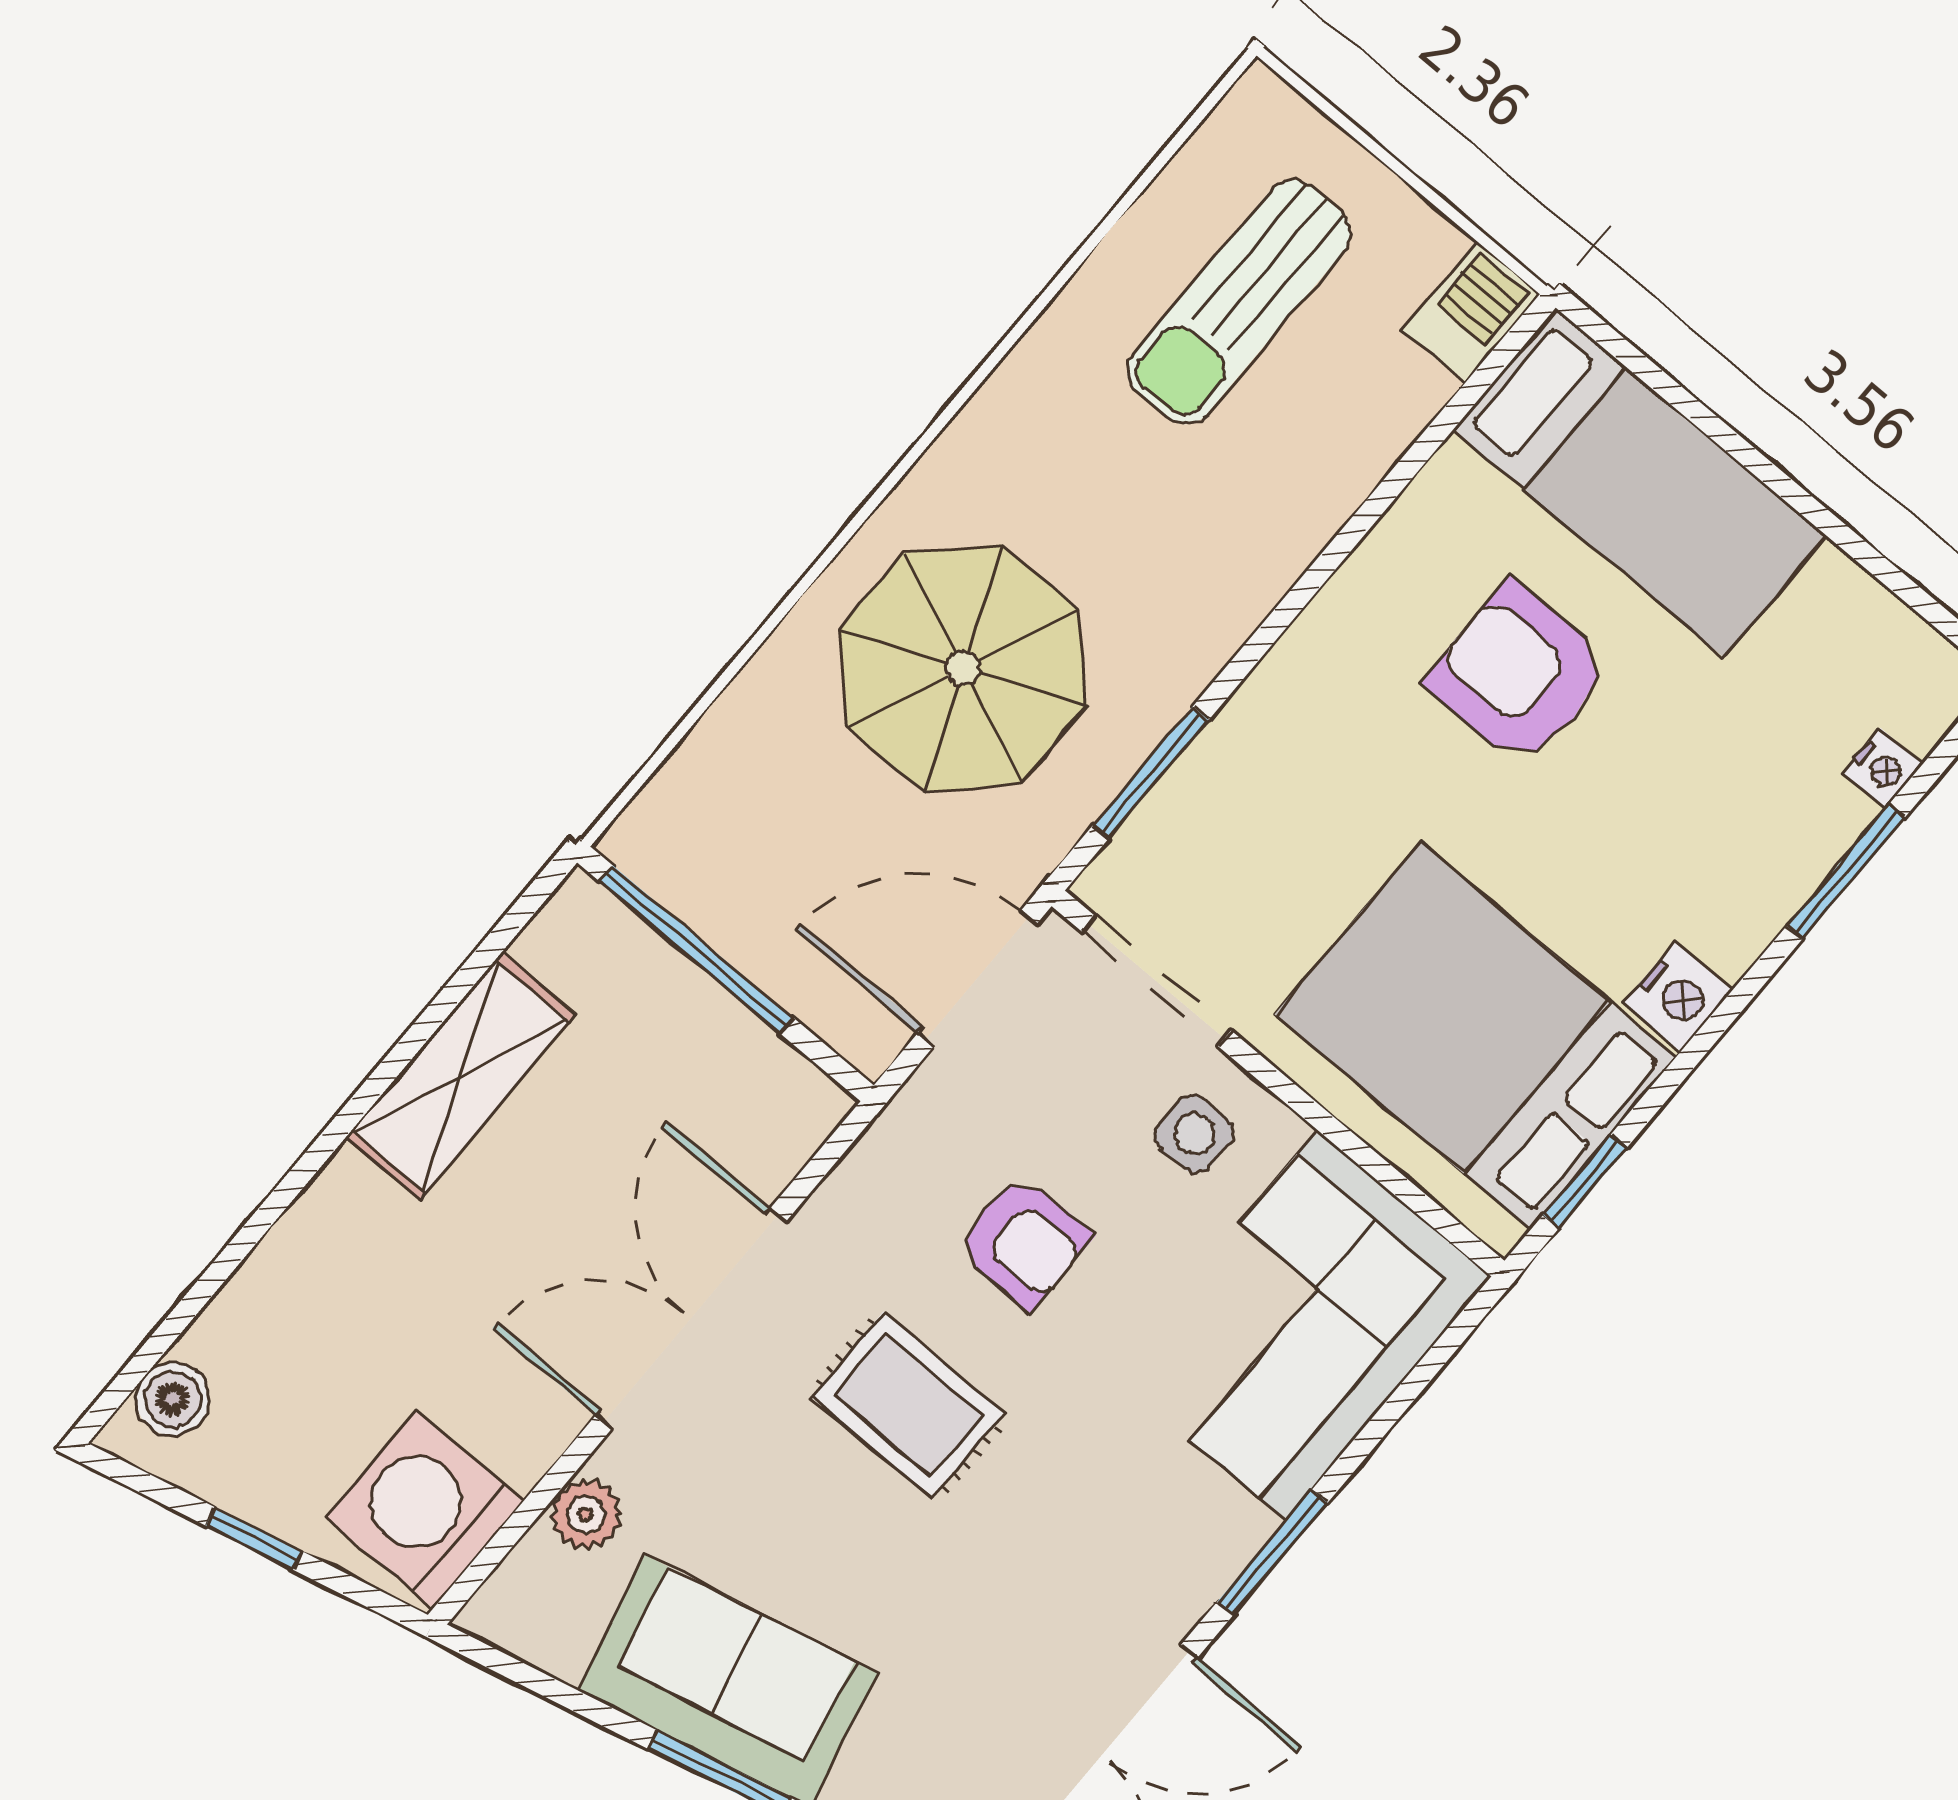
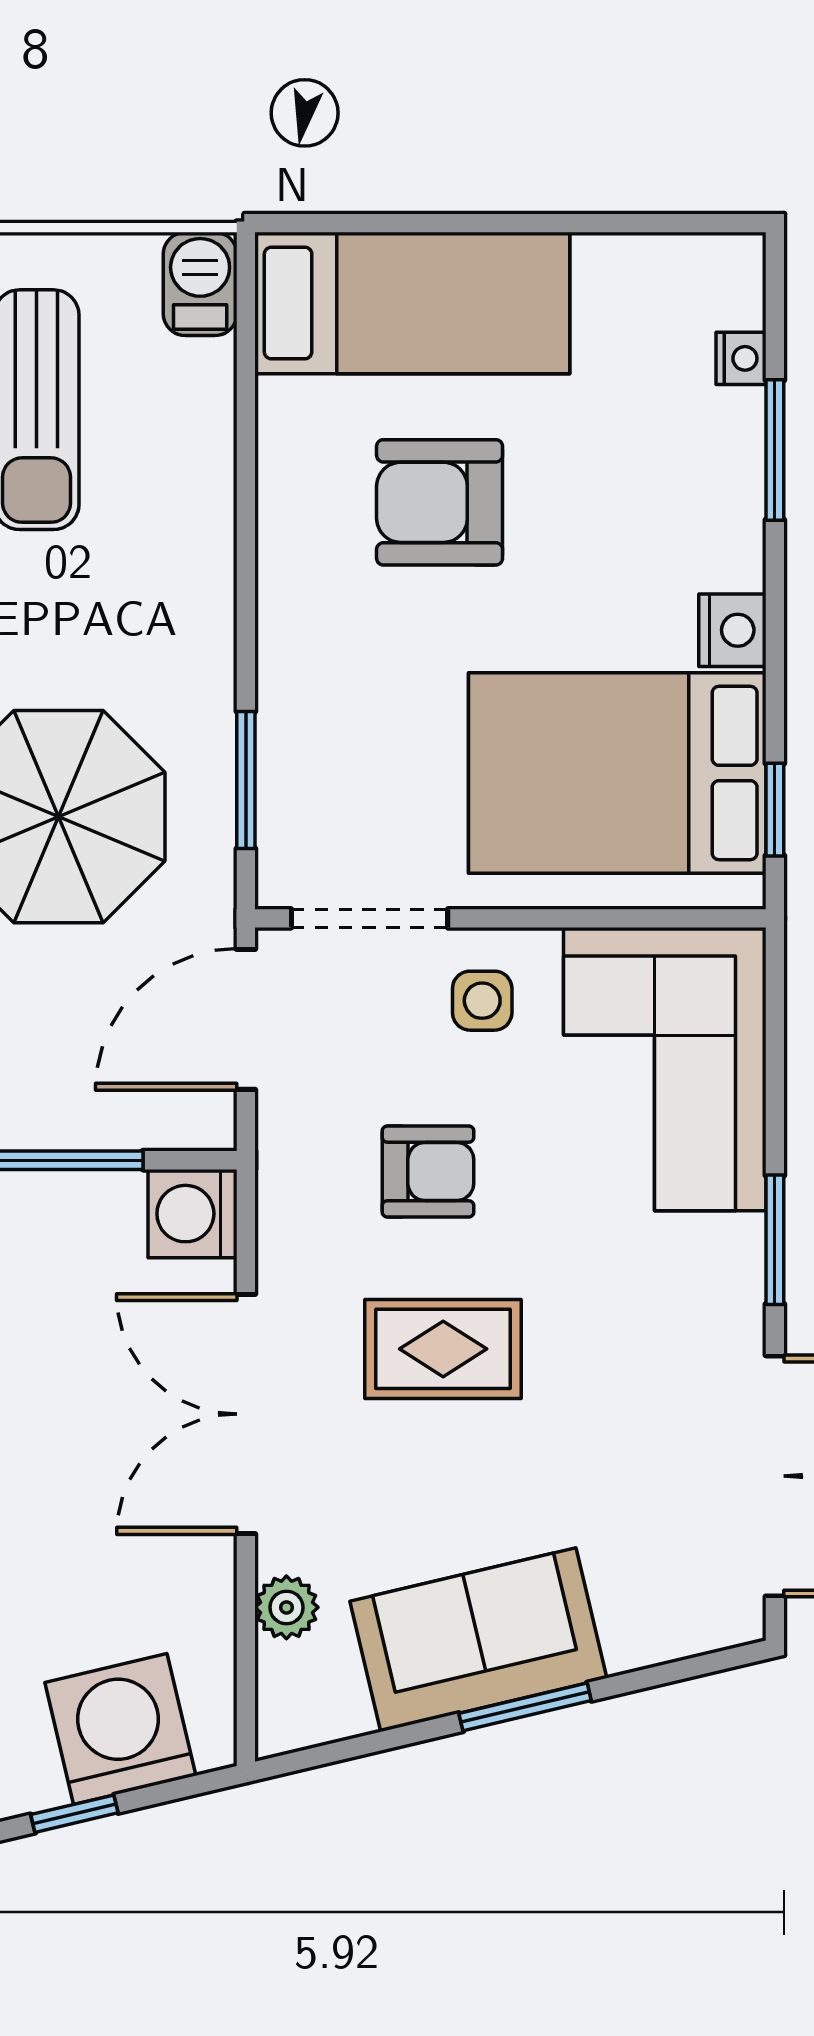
washing machine: (790, 1107) -> (193, 1214), added
washing machine: (425, 1509) -> (120, 1729), moved, turned 77

